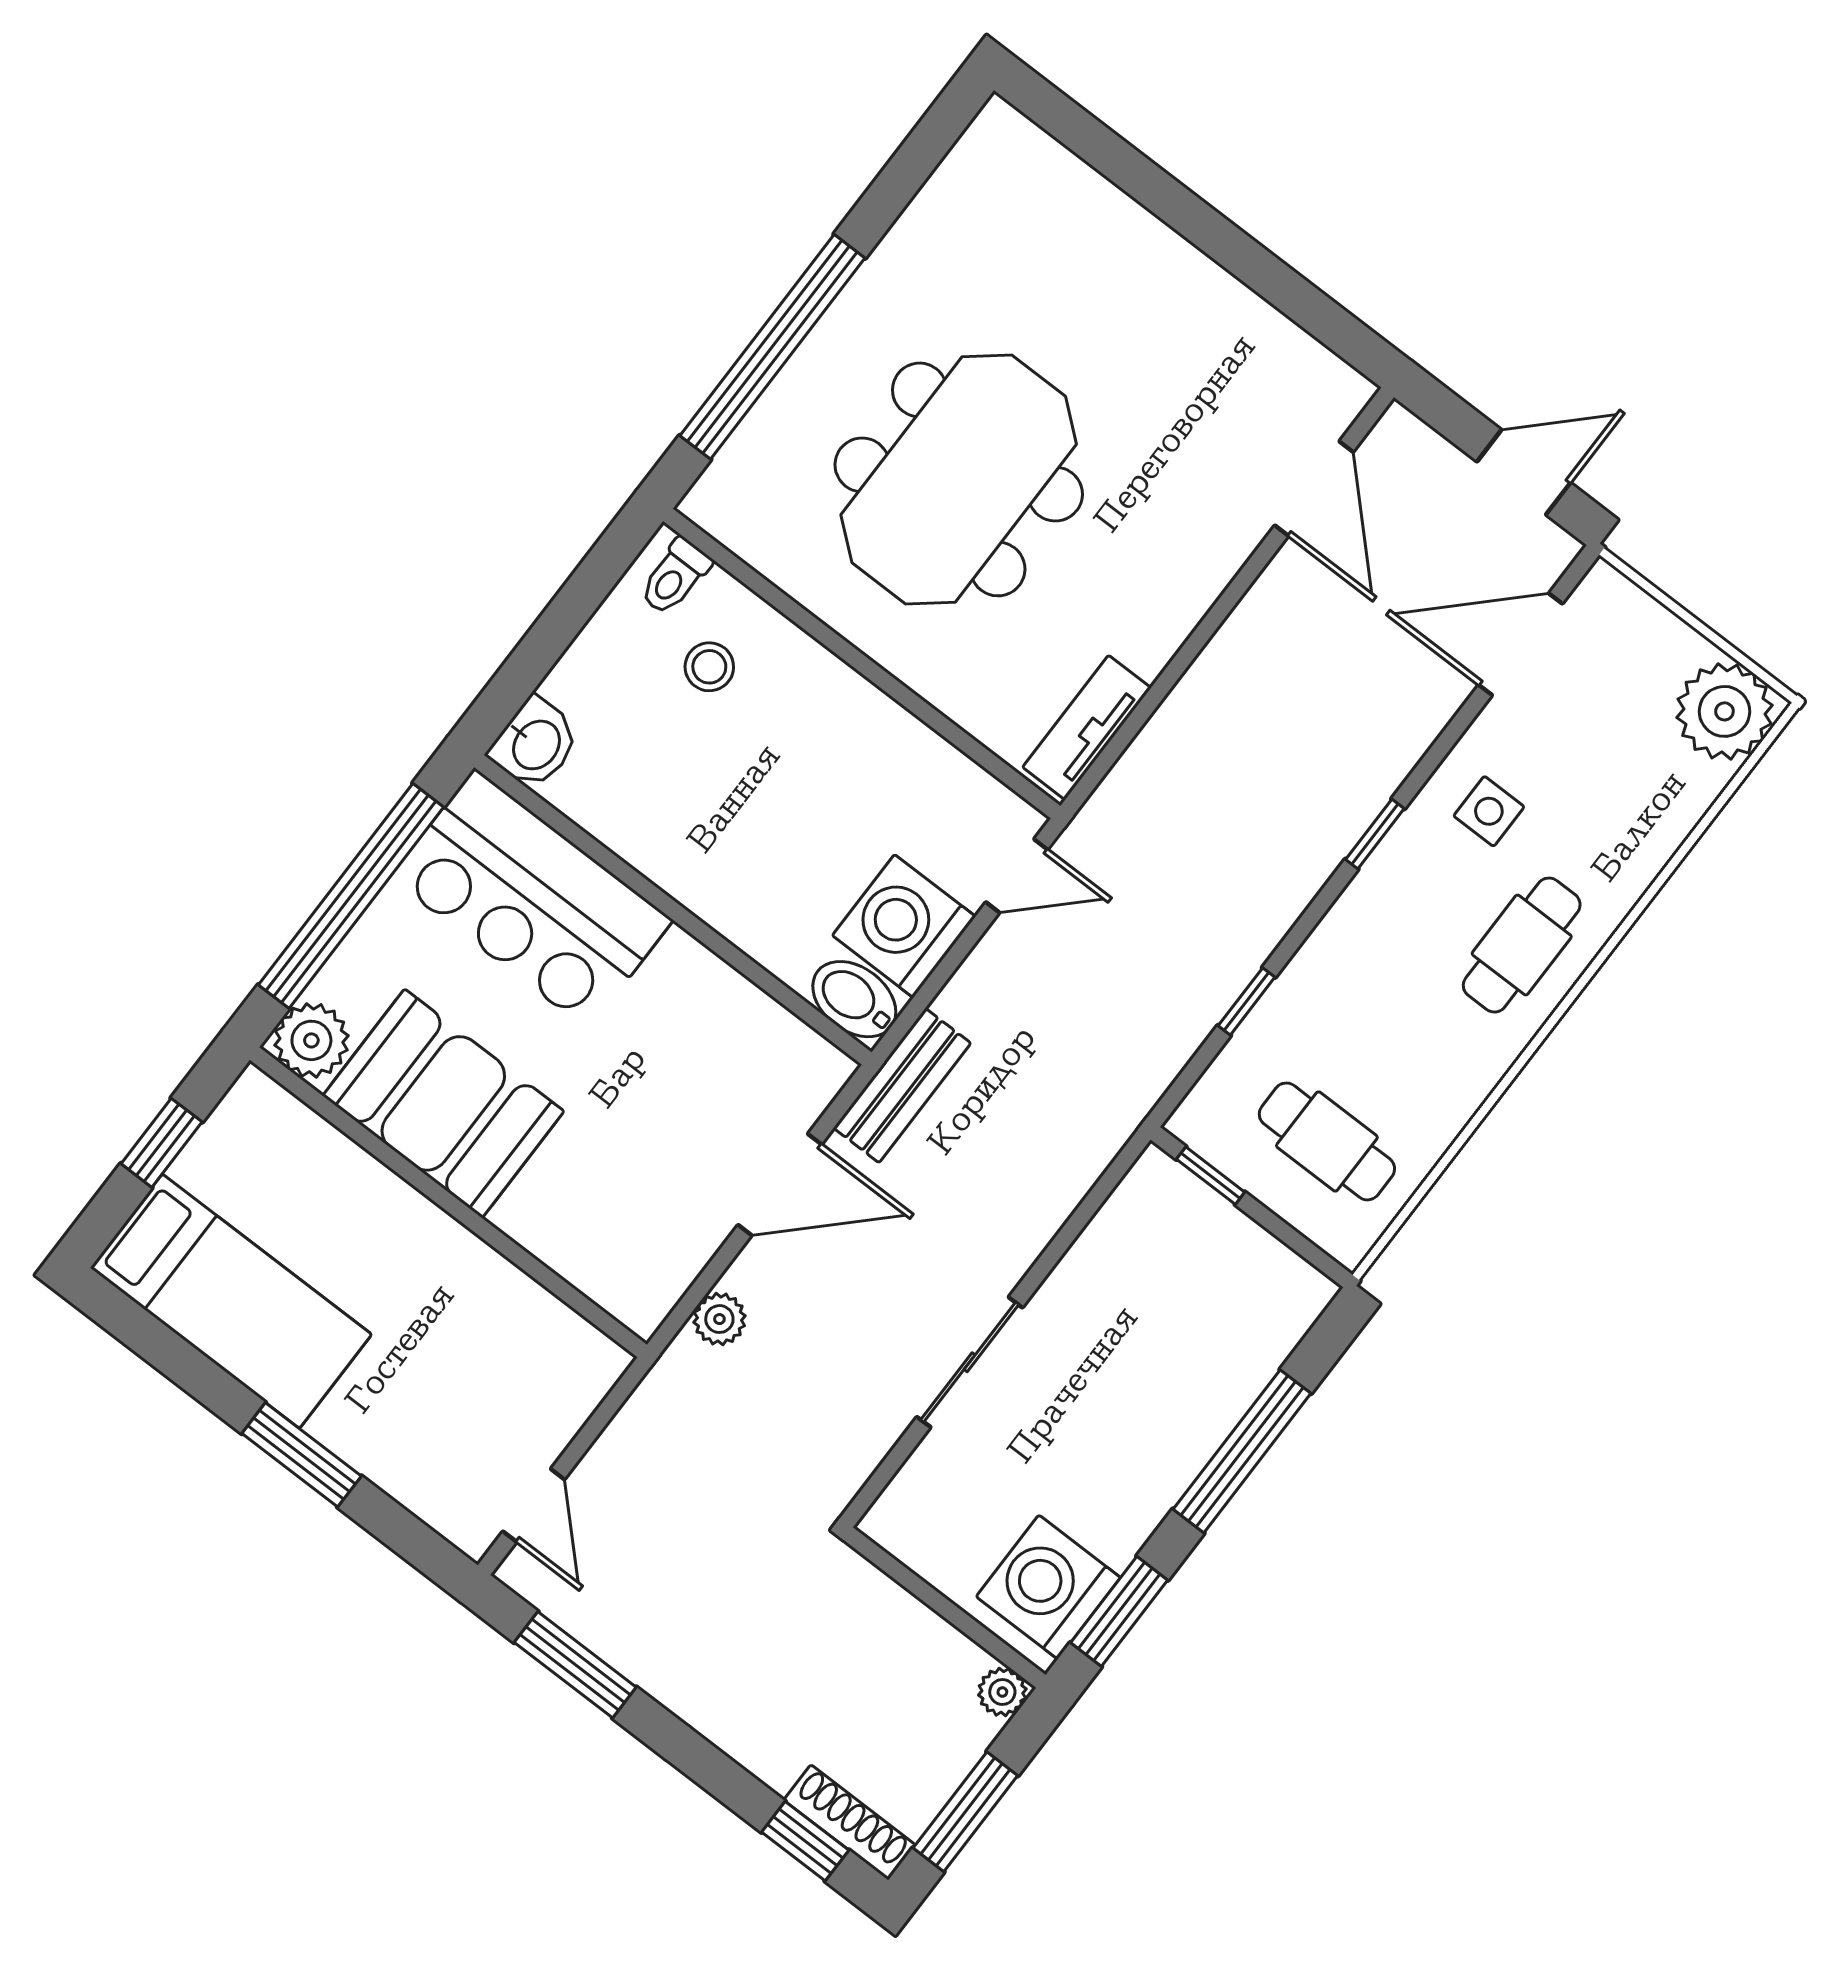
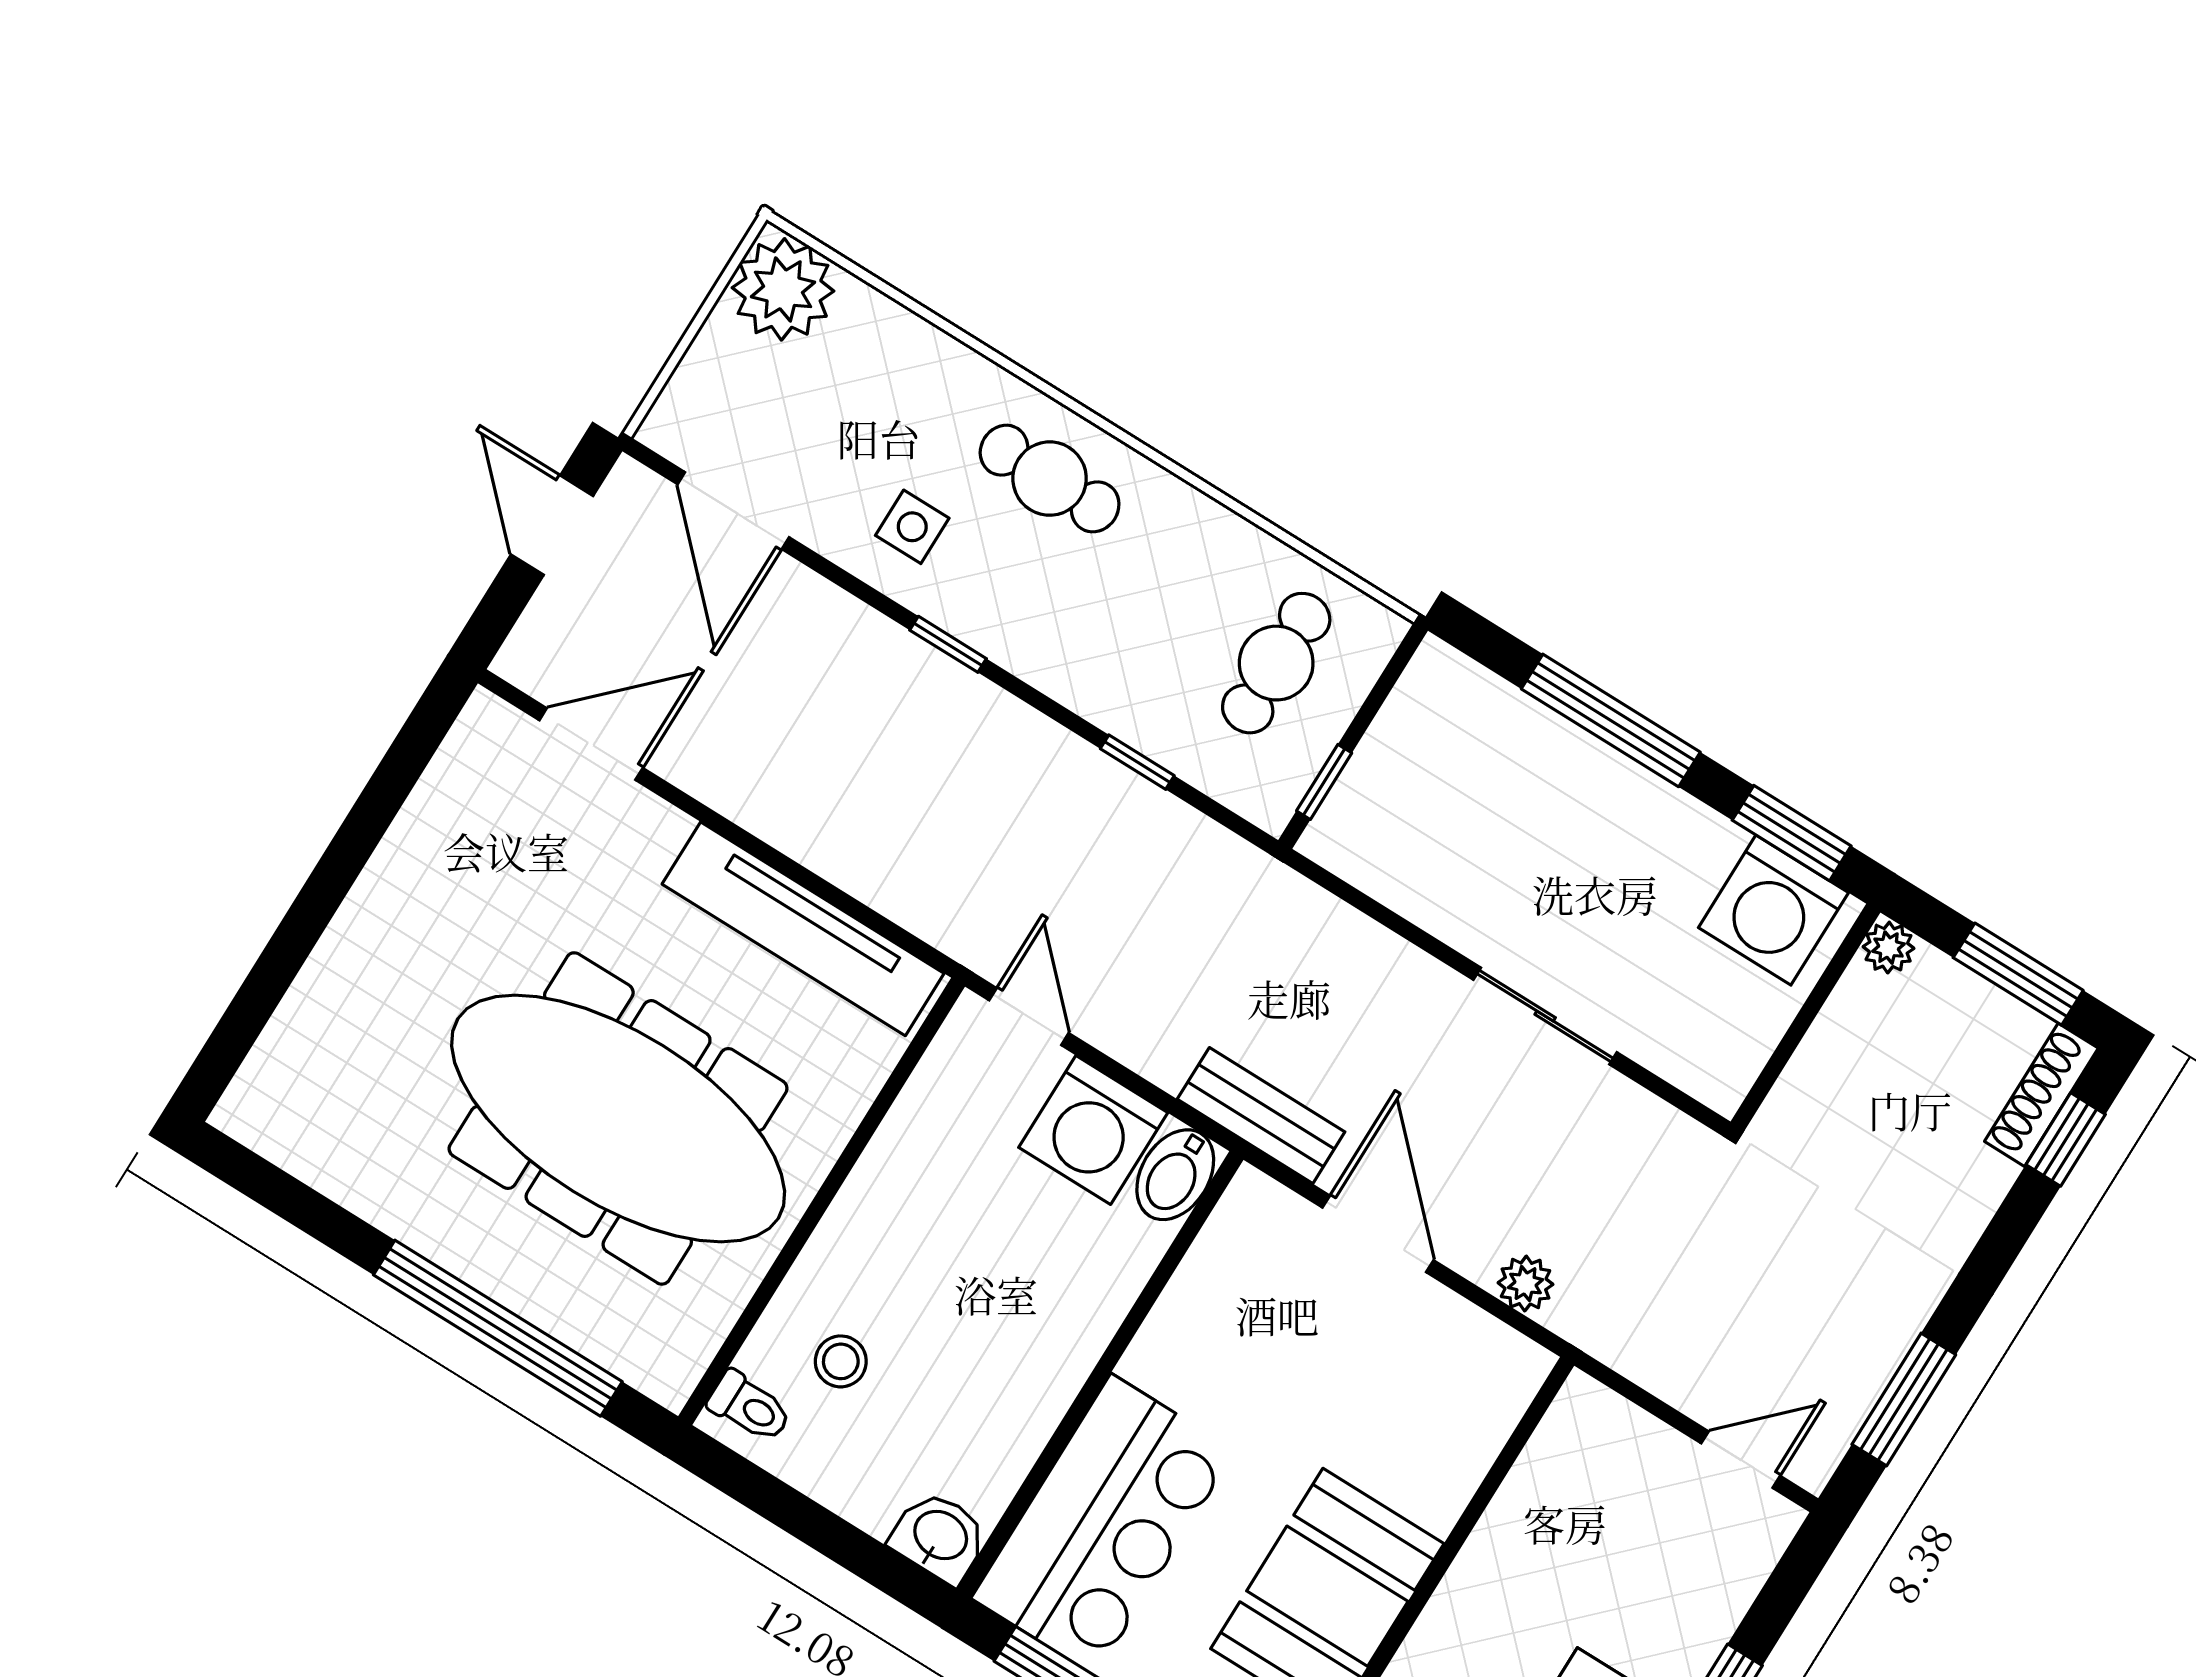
meeting table: (959, 479) -> (618, 1118), width x1.36
tv unit: (1087, 727) -> (803, 929), width x1.92, depth x1.29

